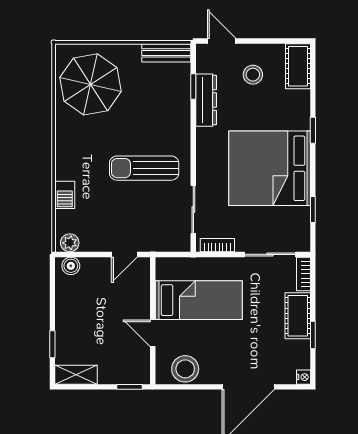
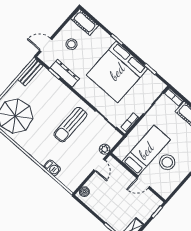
plant: (70, 243) -> (105, 149), moved
stool: (185, 369) -> (167, 162), moved

